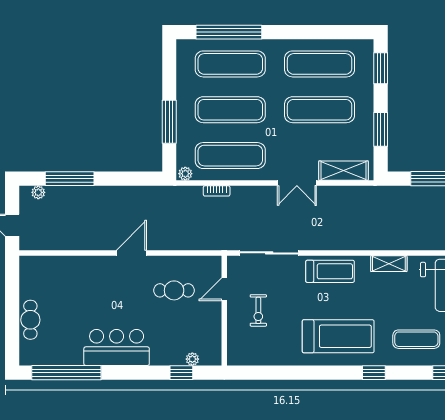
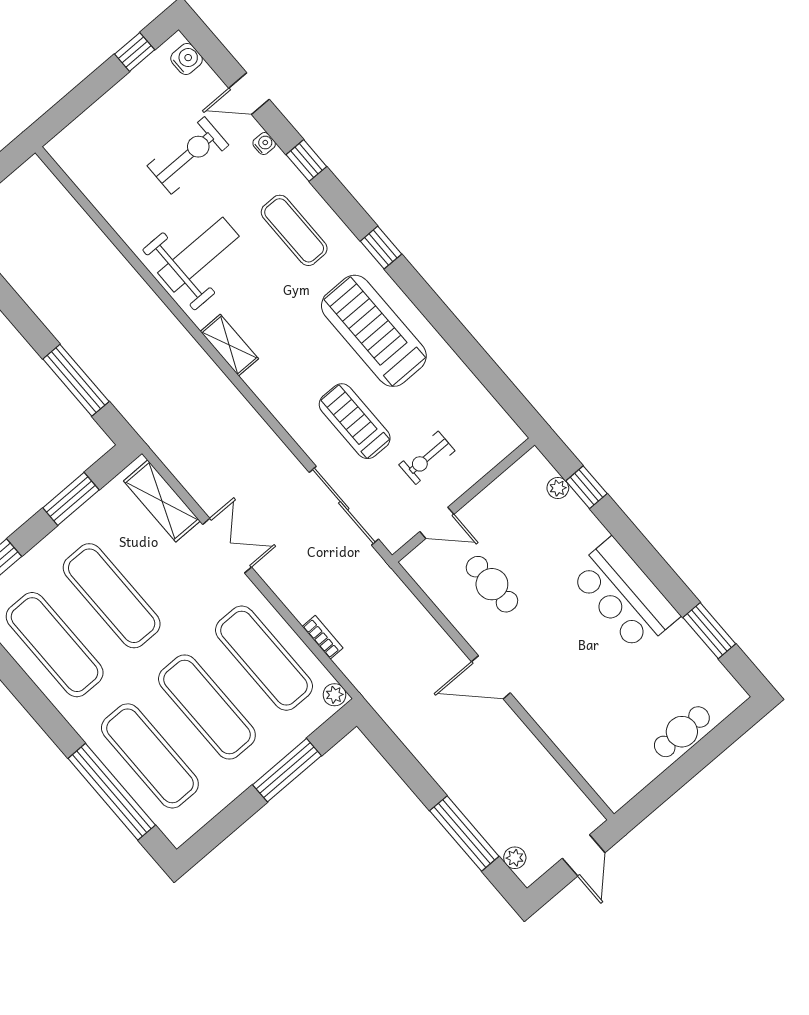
treadmill: (330, 271) -> (355, 421), moved
exercise bike: (258, 310) -> (427, 458), turned 180
window: (66, 373) -> (709, 631), width x0.47

